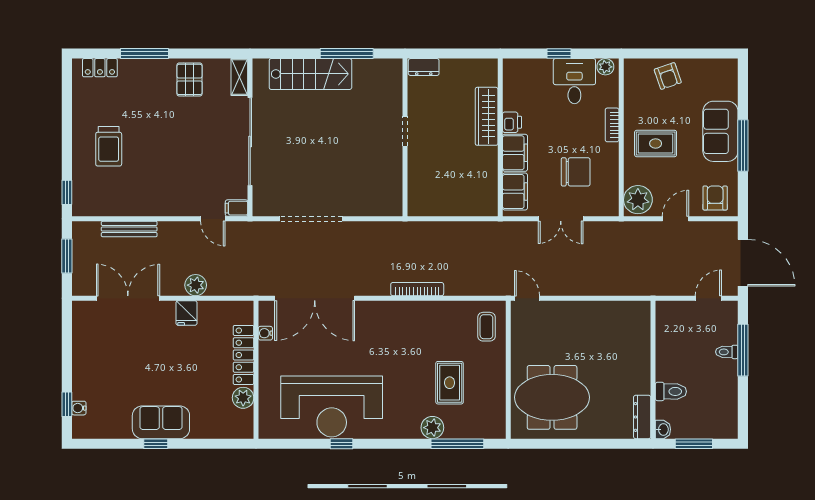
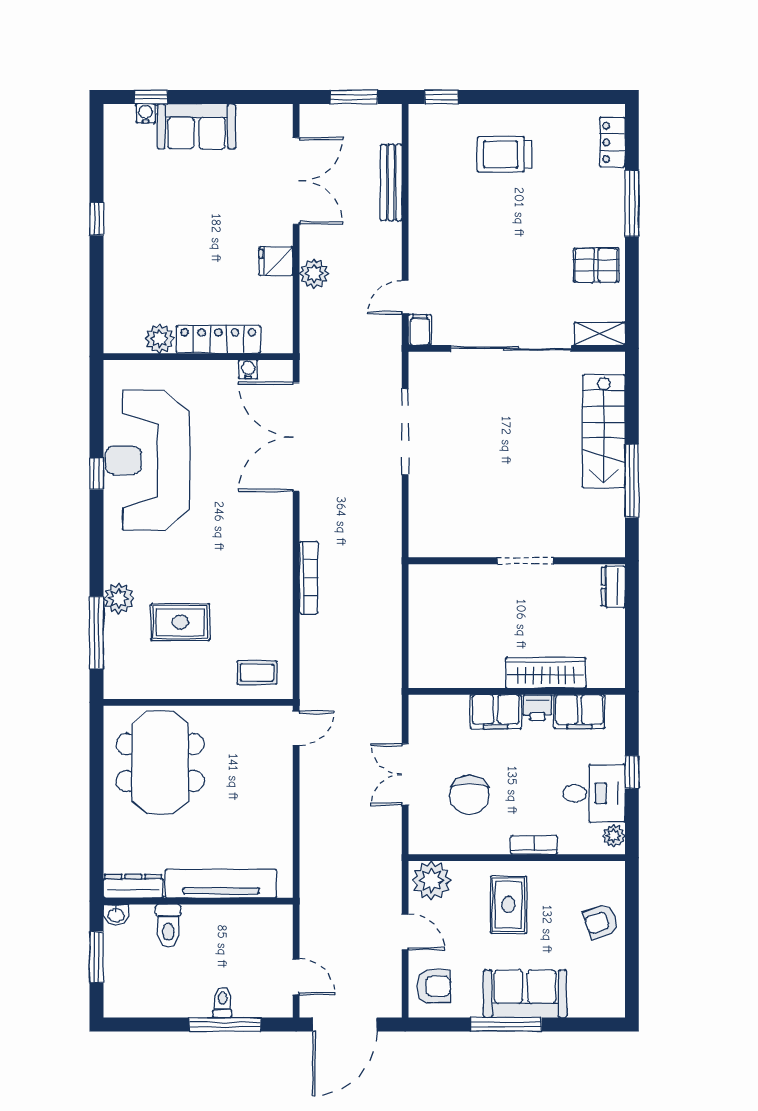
doorway: (405, 131) -> (525, 561), width x1.38
filing cabinet: (515, 192) -> (579, 712), moved
tv unit: (640, 353) -> (221, 884), added
sofa: (161, 422) -> (196, 126), moved, turned 90

